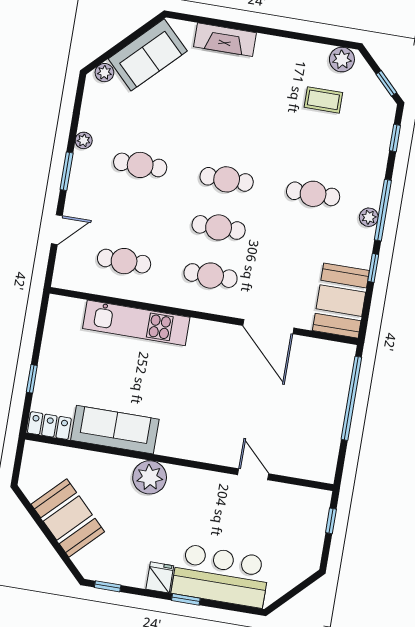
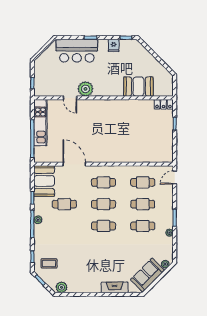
coffee table: (323, 100) -> (49, 263), moved
cafe table: (313, 194) -> (64, 204), moved
cafe table: (132, 213) -> (143, 204), added
door: (57, 230) -> (175, 177), moved
kitchen unit: (136, 323) -> (40, 123), moved, turned 90
sofa: (115, 430) -> (134, 107), removed
plant: (150, 477) -> (85, 89), moved
booth: (68, 518) -> (138, 87), moved, turned -45
fridge: (160, 577) -> (114, 45), moved

